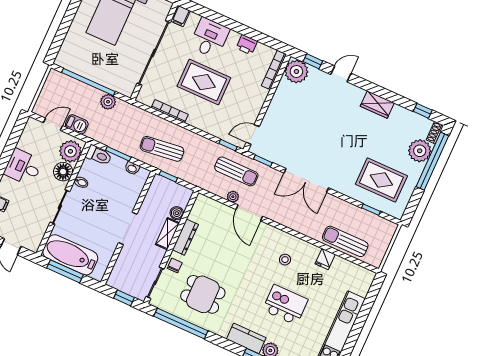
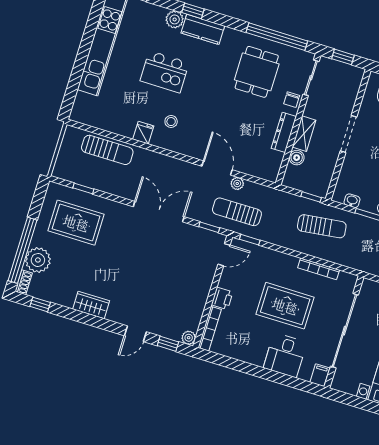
printer: (247, 45) -> (222, 298), moved, turned 90
plant: (296, 71) -> (189, 338), width x0.53, depth x0.53
fridge: (325, 259) -> (143, 133), moved
dining table: (203, 294) -> (257, 72), turned 90

